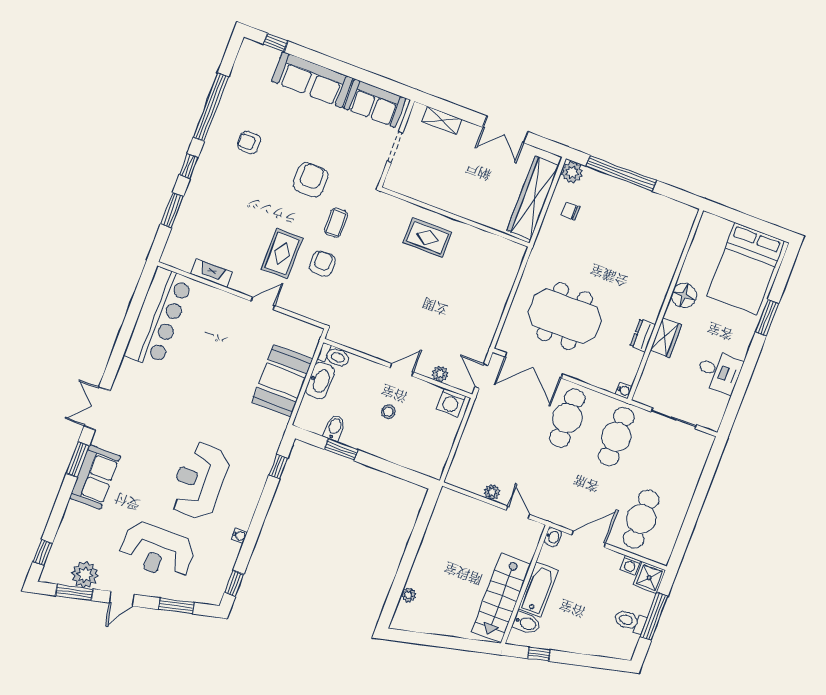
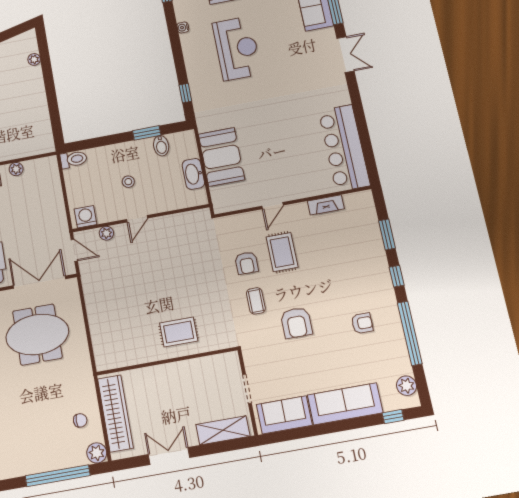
plant: (245, 62) -> (407, 386), added
shelving: (442, 120) -> (223, 430), width x1.50, depth x1.33
toilet: (334, 356) -> (74, 159), moved, turned 180

